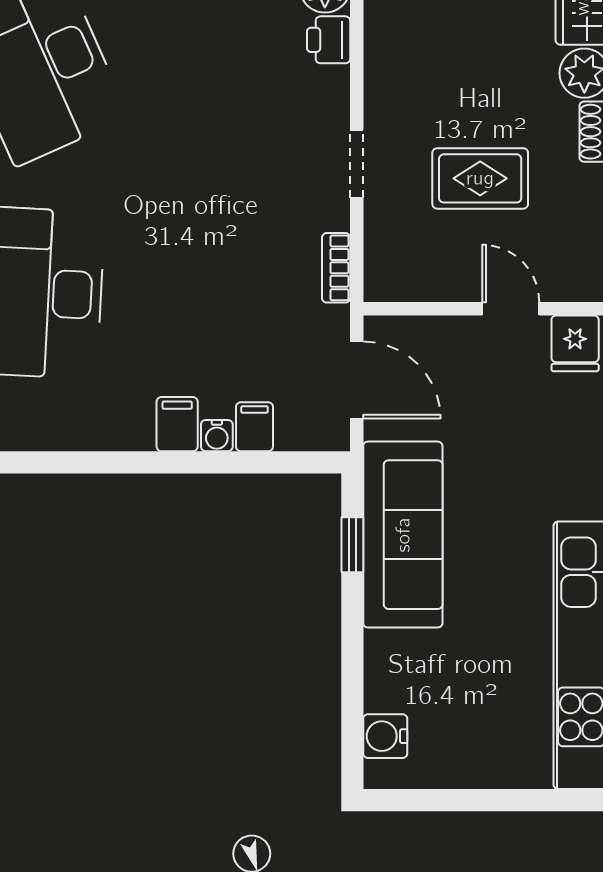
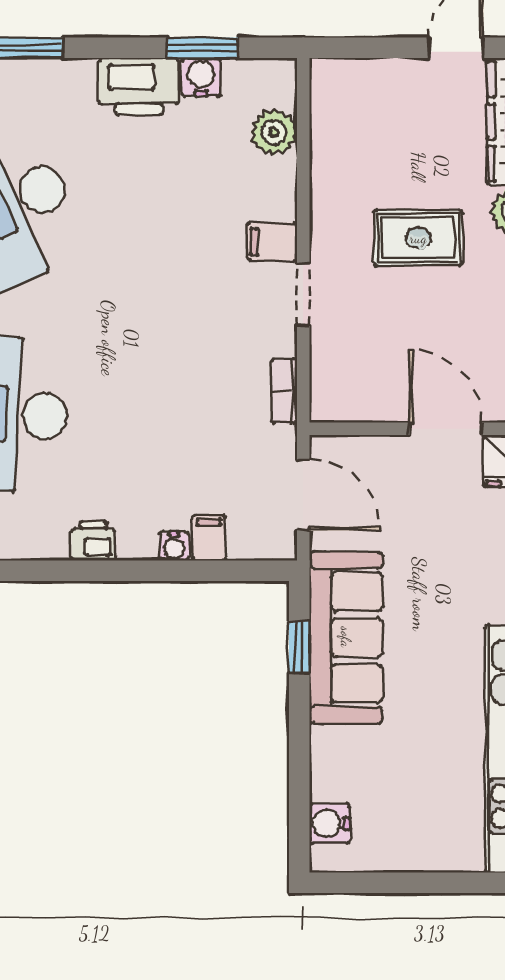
printer: (329, 40) -> (93, 541), moved, turned 90
rug: (480, 178) -> (418, 238), moved
door: (511, 309) -> (446, 429), width x1.38
filing cabinet: (177, 424) -> (272, 242), moved, turned -90

